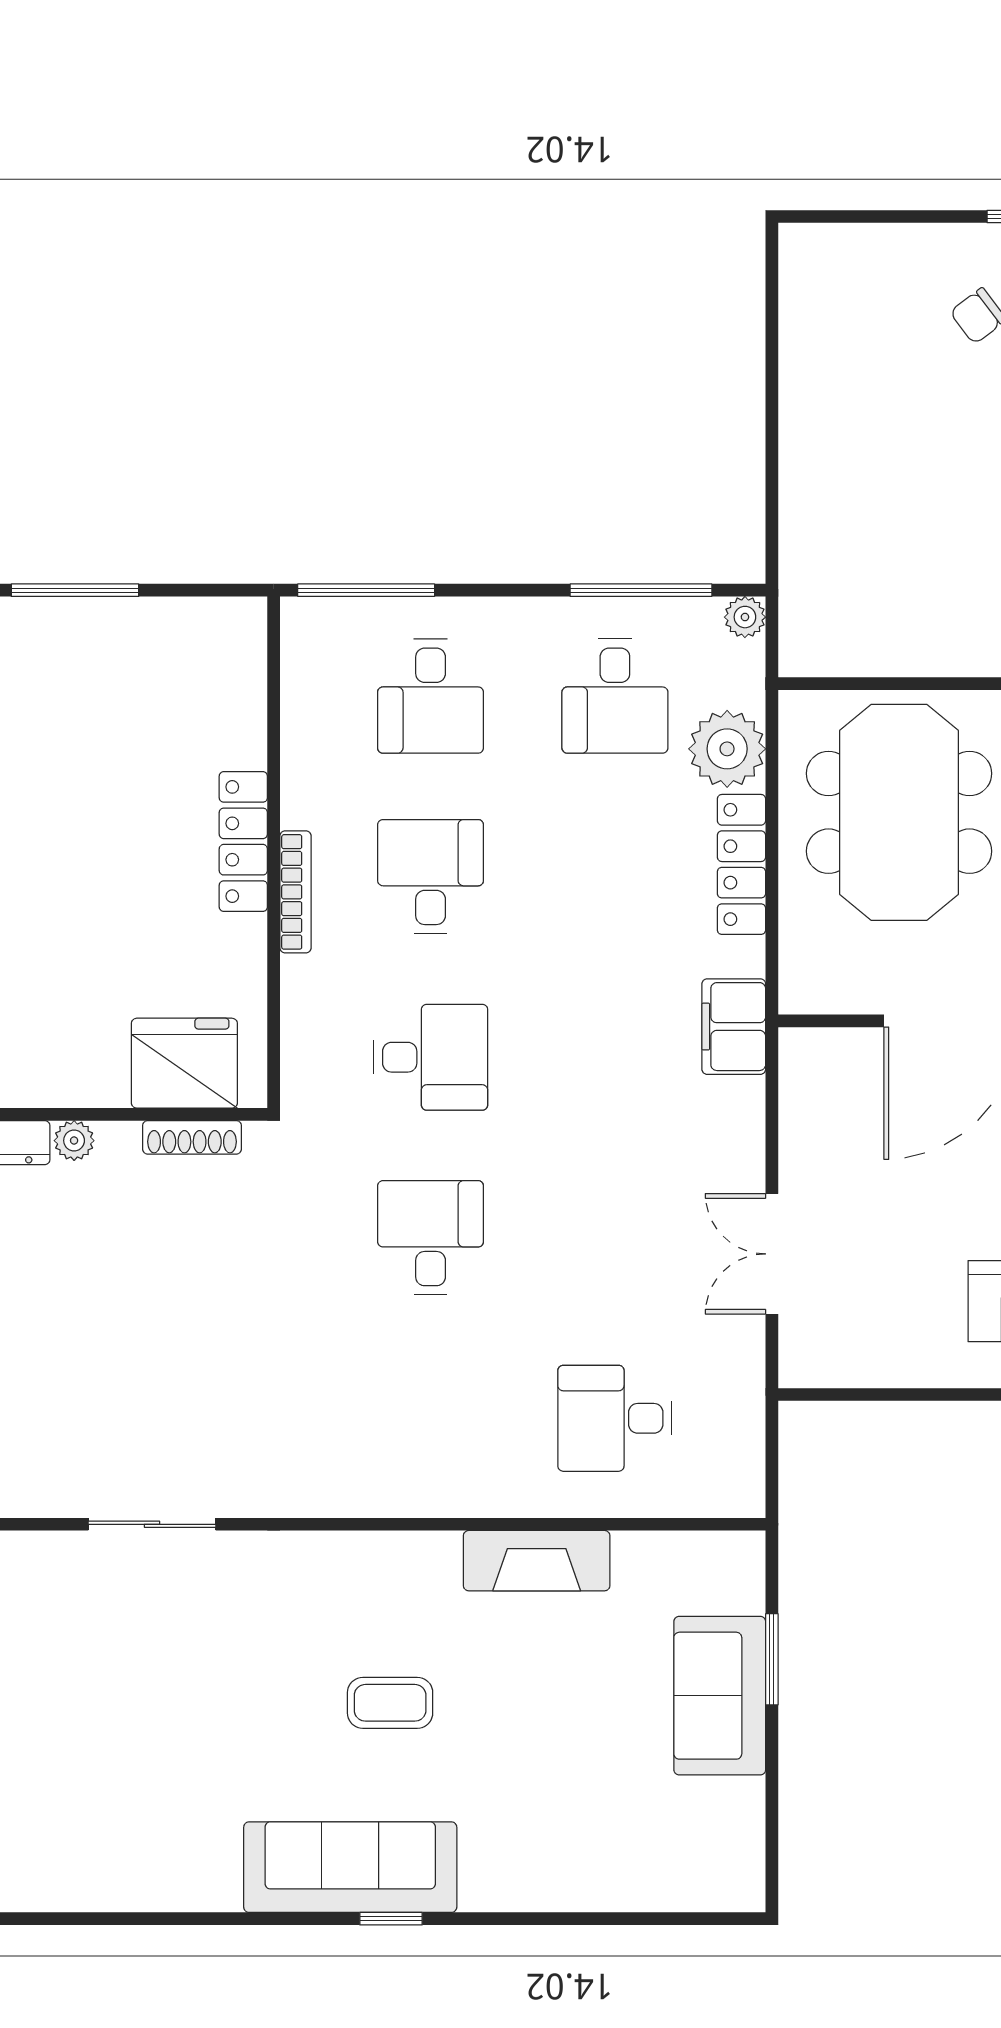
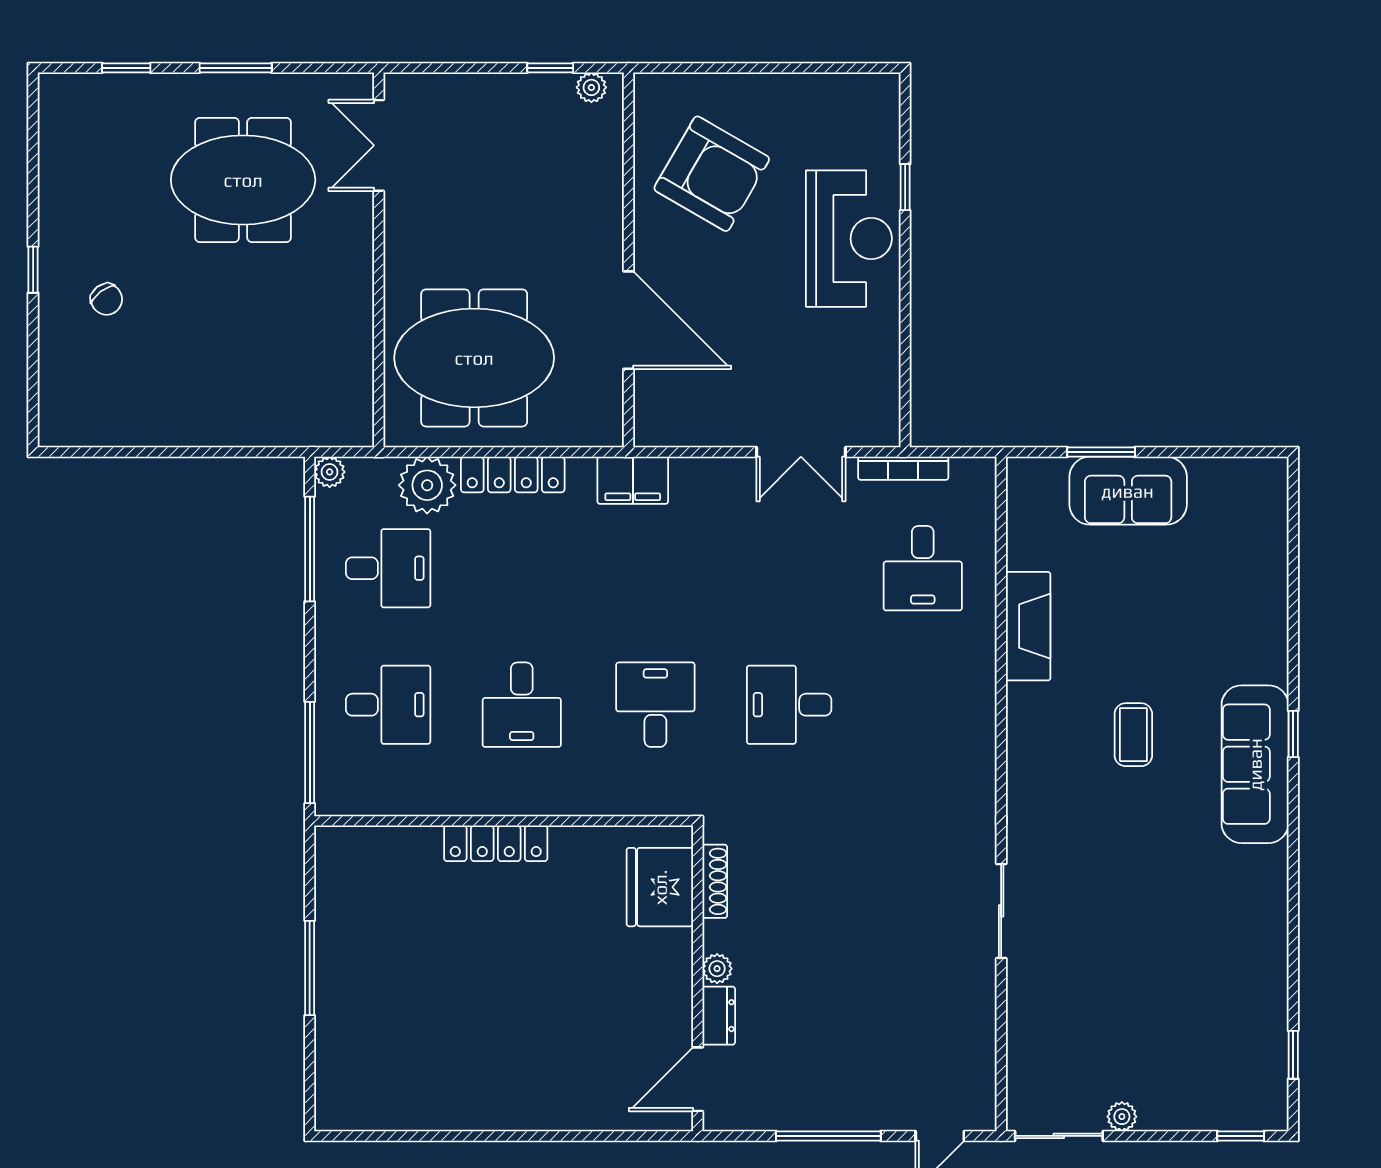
desk: (431, 877) -> (522, 705), turned -90
bookcase: (295, 892) -> (903, 468), moved, turned 180

